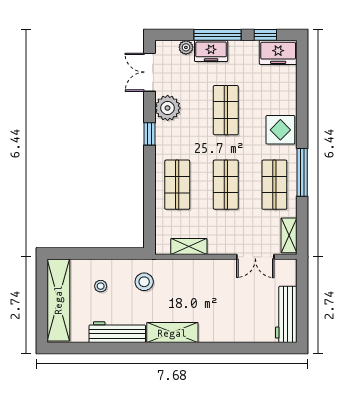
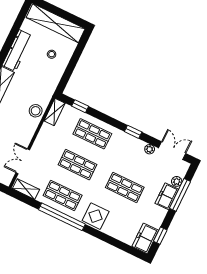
window: (218, 35) -> (180, 195), moved
plant: (168, 108) -> (150, 149), width x0.53, depth x0.53
window: (302, 172) -> (62, 217), width x1.46
window: (149, 217) -> (80, 106), added
shelving: (189, 246) -> (55, 112), moved
stool: (144, 282) -> (36, 111), moved

